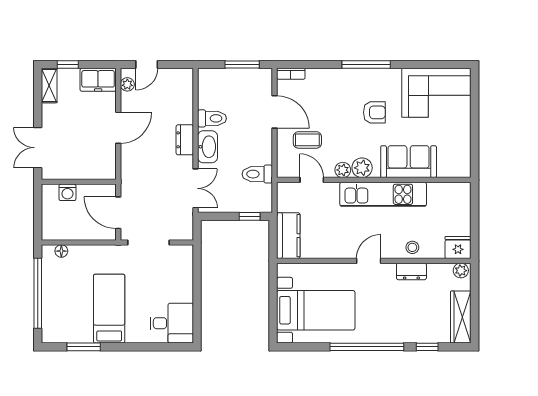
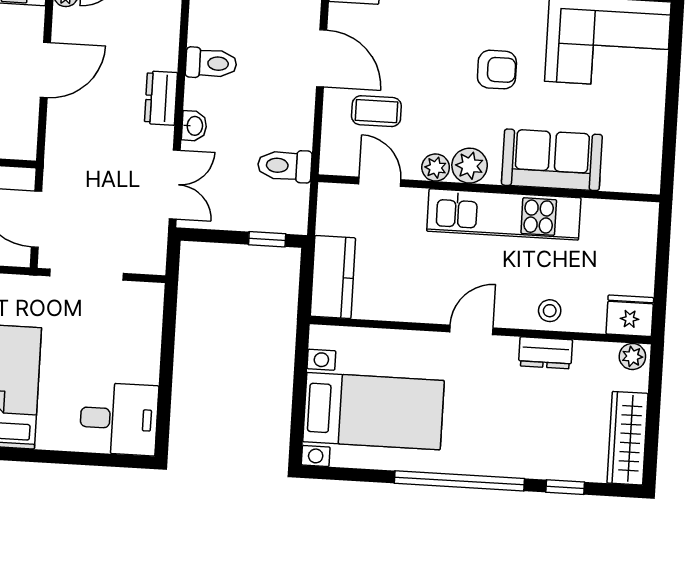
washbasin: (208, 147) -> (194, 126), width x0.52, depth x0.69

